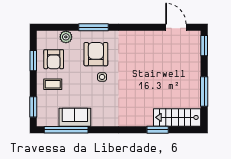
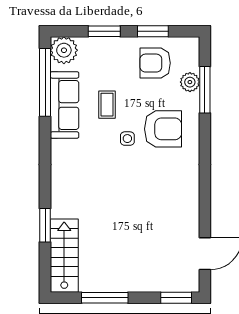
window: (94, 27) -> (205, 90), moved
coffee table: (53, 84) -> (107, 105), moved
window: (33, 107) -> (104, 31), moved
sofa: (75, 117) -> (65, 105), width x1.36
plant: (45, 118) -> (64, 50), added

